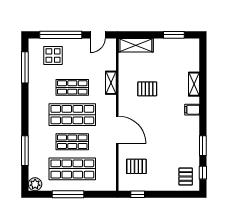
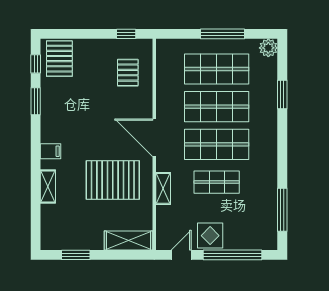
display table: (53, 56) -> (210, 236), moved
pallet: (147, 89) -> (113, 180), width x2.05, depth x2.00
door: (117, 130) -> (154, 138), moved
shop shelf: (72, 142) -> (217, 107), width x1.43, depth x1.36
window: (25, 151) -> (282, 94), width x0.69
pallet: (136, 166) -> (128, 73), turned 90
pallet: (186, 176) -> (59, 59), width x1.50, depth x1.42

